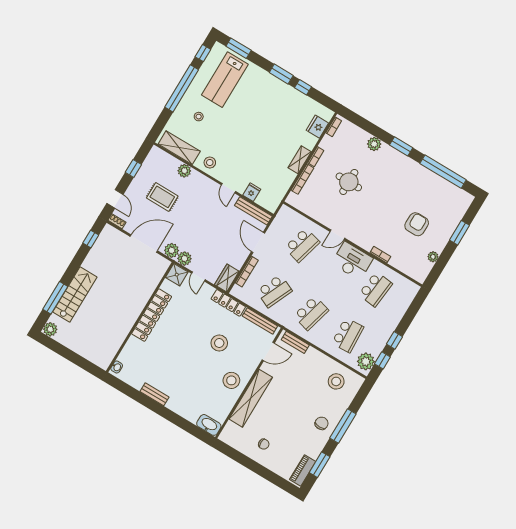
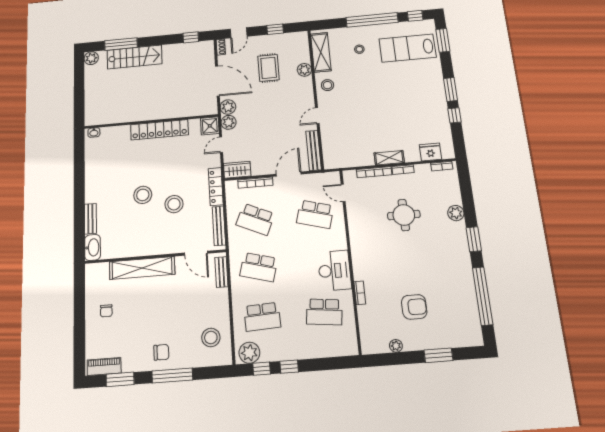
fridge: (252, 192) -> (329, 137), removed
door: (337, 235) -> (343, 193), moved
stool: (231, 380) -> (143, 195), moved
bench: (155, 394) -> (90, 219), moved

